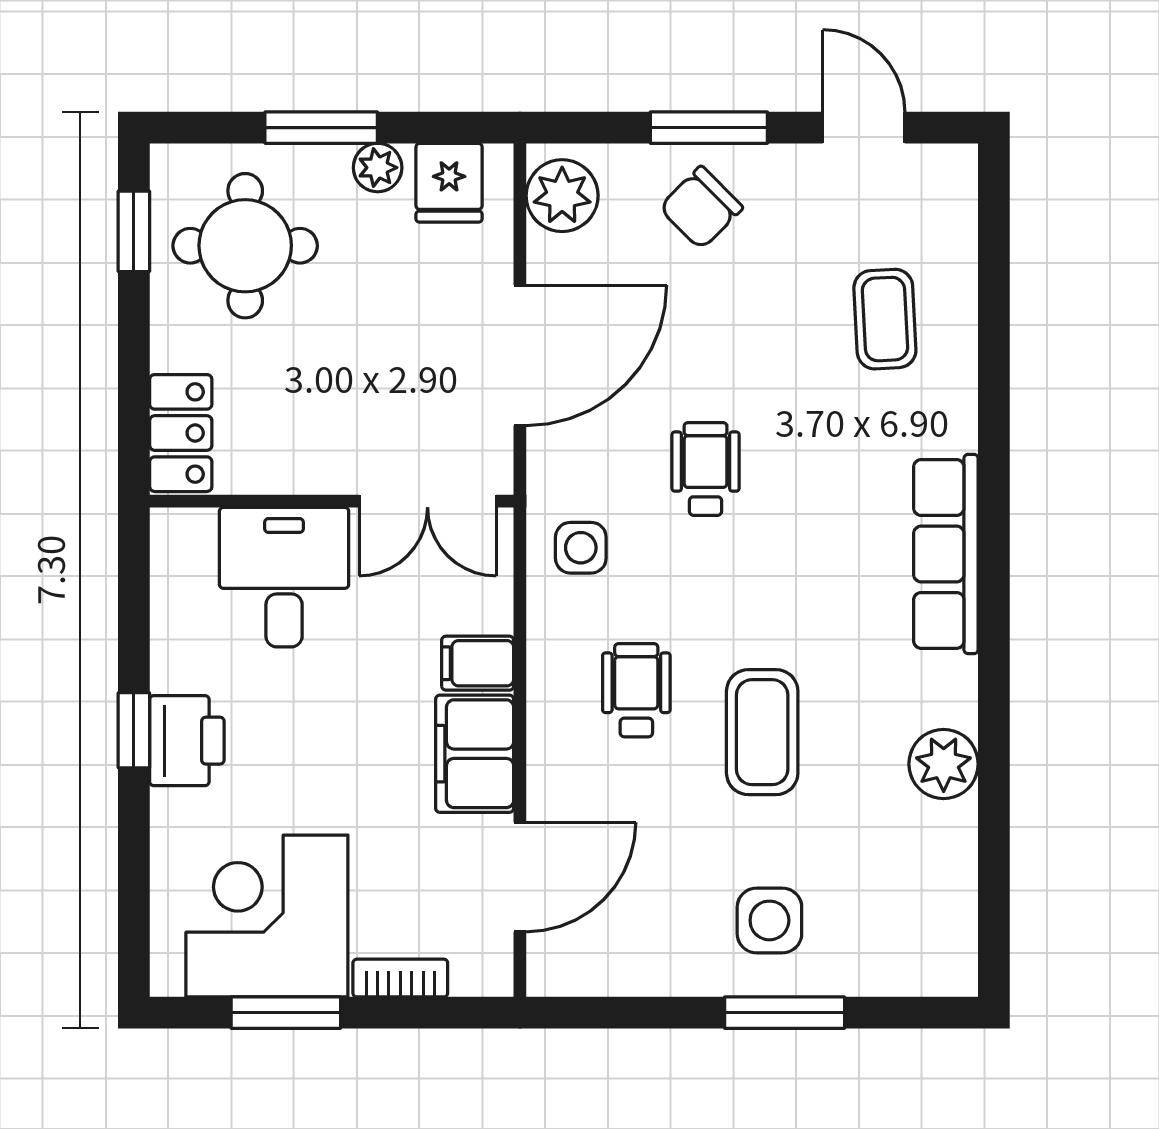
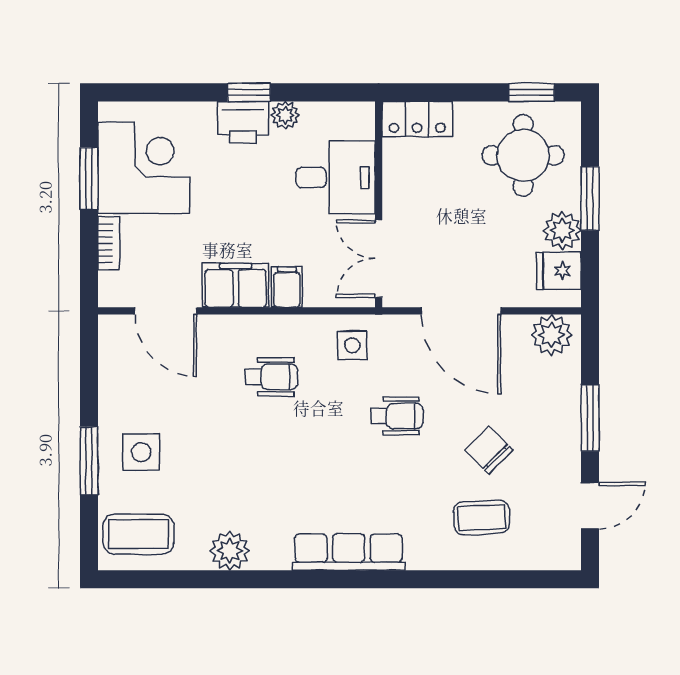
plant: (378, 168) -> (562, 230), width x1.38, depth x1.38
chair: (701, 208) -> (489, 450), moved
plant: (174, 666) -> (285, 115), added
coffee table: (762, 732) -> (138, 534), moved

